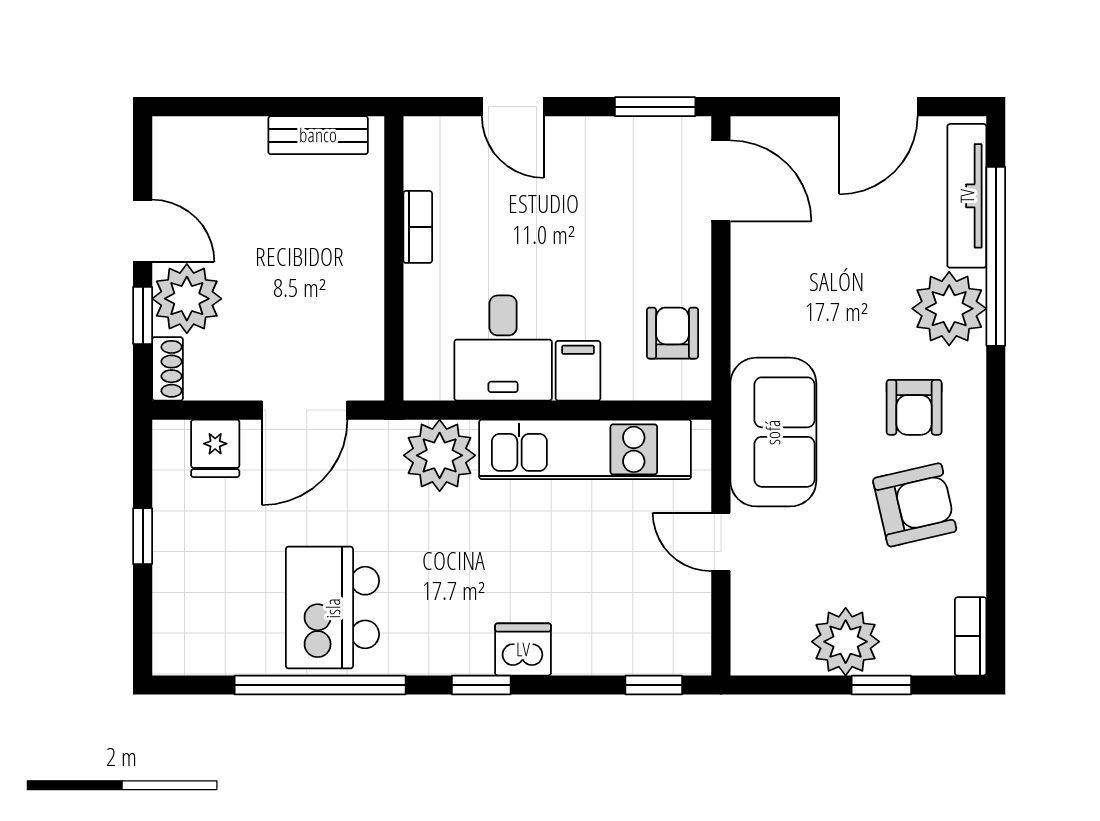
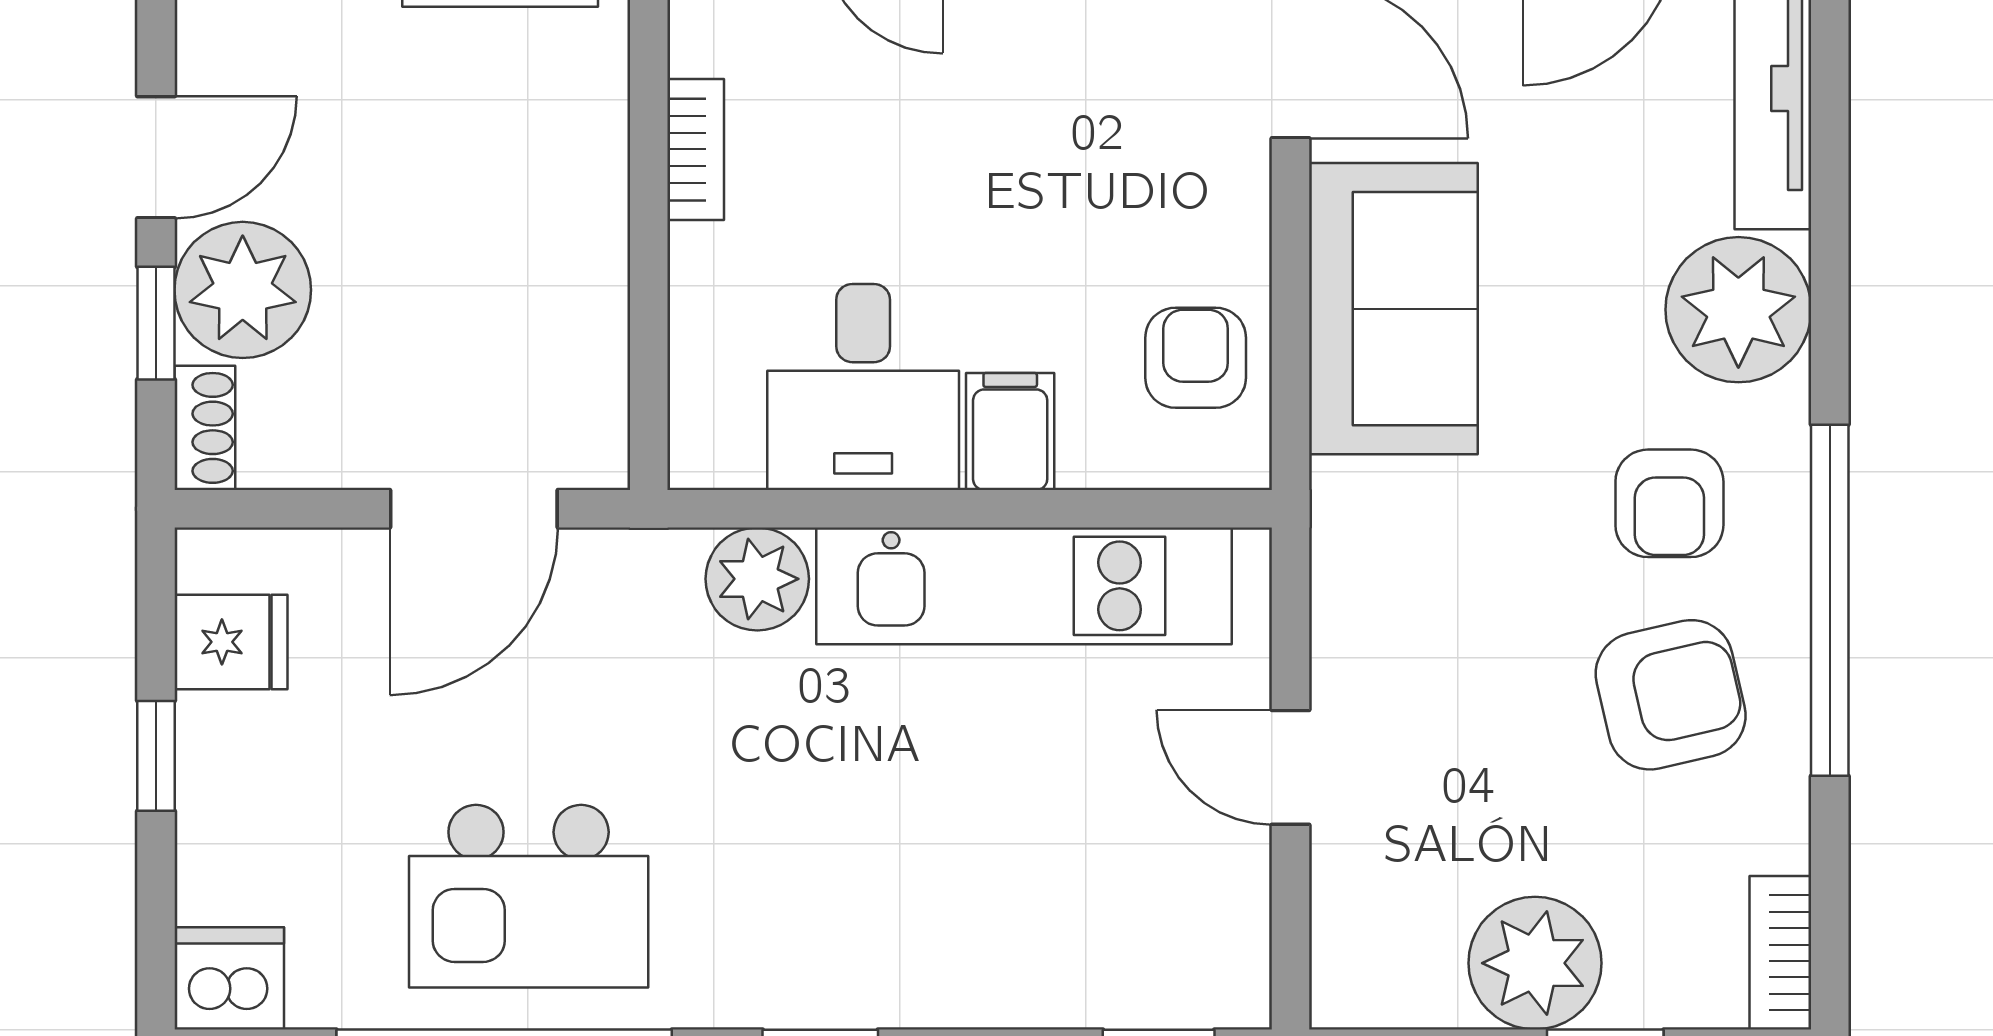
door: (143, 231) -> (156, 157), hinge flipped
window: (996, 256) -> (1830, 600), moved
sofa: (773, 432) -> (1393, 309), moved
fridge: (215, 448) -> (231, 642), moved, turned -90
plant: (440, 455) -> (757, 579), width x0.73, depth x0.73
kitchen island: (333, 608) -> (529, 896), turned -90
dishwasher: (523, 649) -> (229, 978), moved

